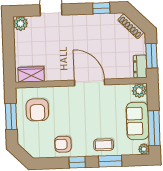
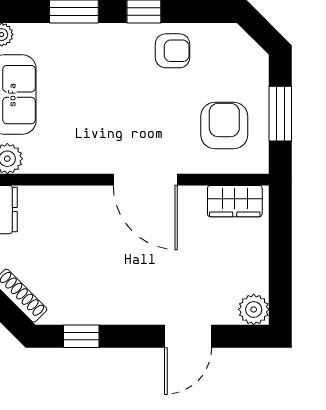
door: (90, 83) -> (145, 180), moved
coffee table: (104, 145) -> (87, 47), removed

